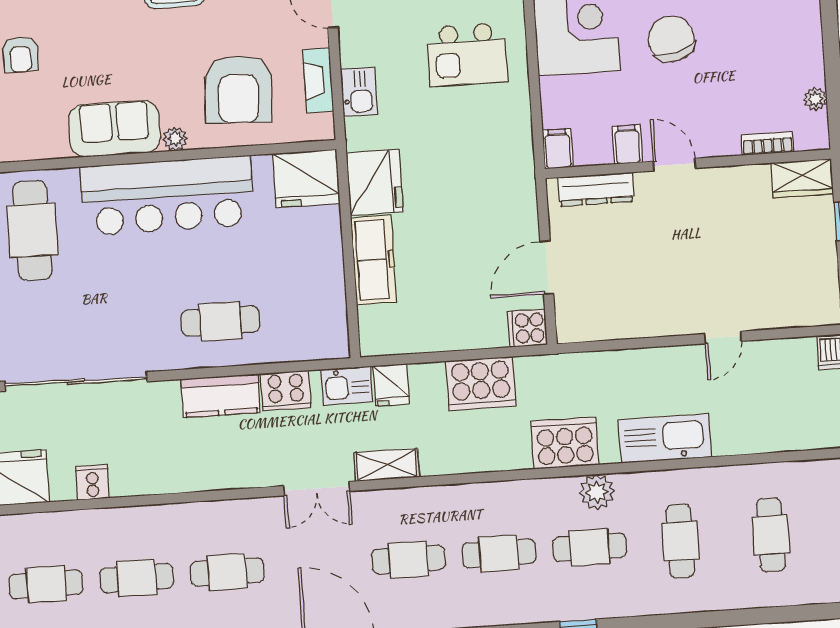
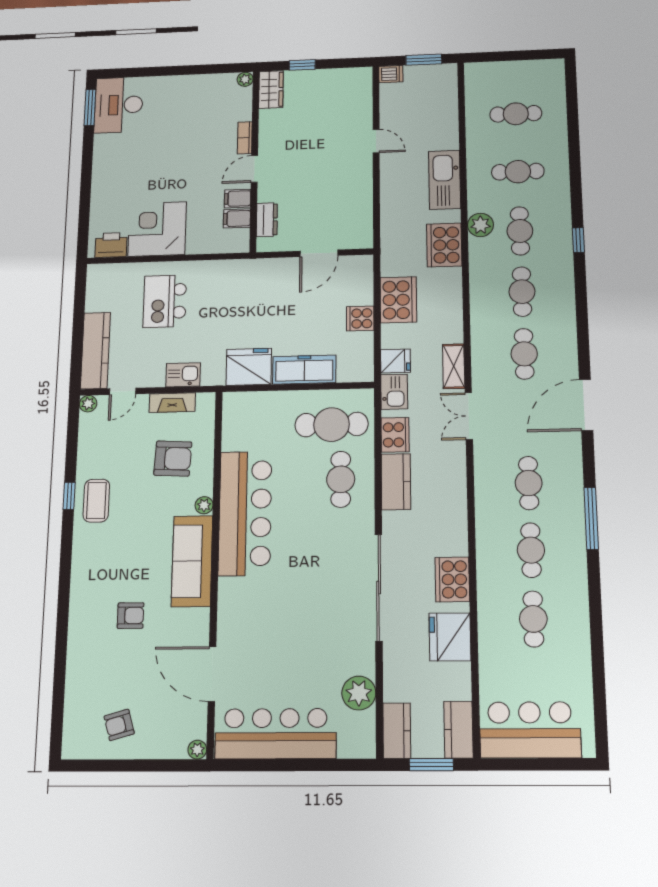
chair: (671, 39) -> (168, 169), removed
kitchen island: (467, 55) -> (165, 301), turned 180
armchair: (238, 89) -> (173, 459), width x0.73, depth x0.73
plant: (815, 99) -> (245, 79), moved
sofa: (114, 129) -> (192, 561), width x1.36
bookcase: (767, 143) -> (245, 138), moved
filing cabinet: (558, 149) -> (237, 218), moved
fridge: (306, 178) -> (242, 414), removed
dresser: (596, 189) -> (267, 220), width x0.70
cafe table: (32, 230) -> (332, 425), moved
door: (547, 268) -> (319, 253), hinge flipped
cooker: (527, 328) -> (360, 318), moved, turned 90
cooker: (92, 483) -> (452, 579), width x1.87, depth x1.31
double door: (317, 489) -> (469, 416), swing flipped

